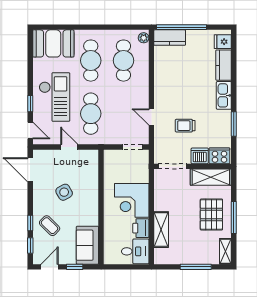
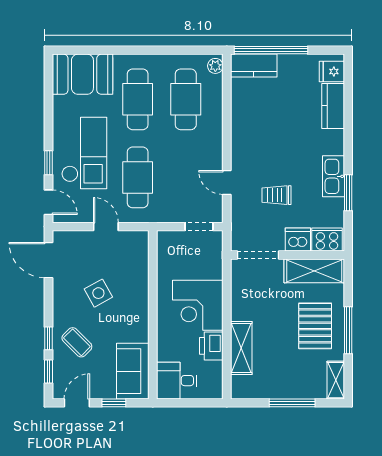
kitchen sink: (224, 95) -> (333, 176), moved
desk: (135, 251) -> (177, 381), moved, turned 180

